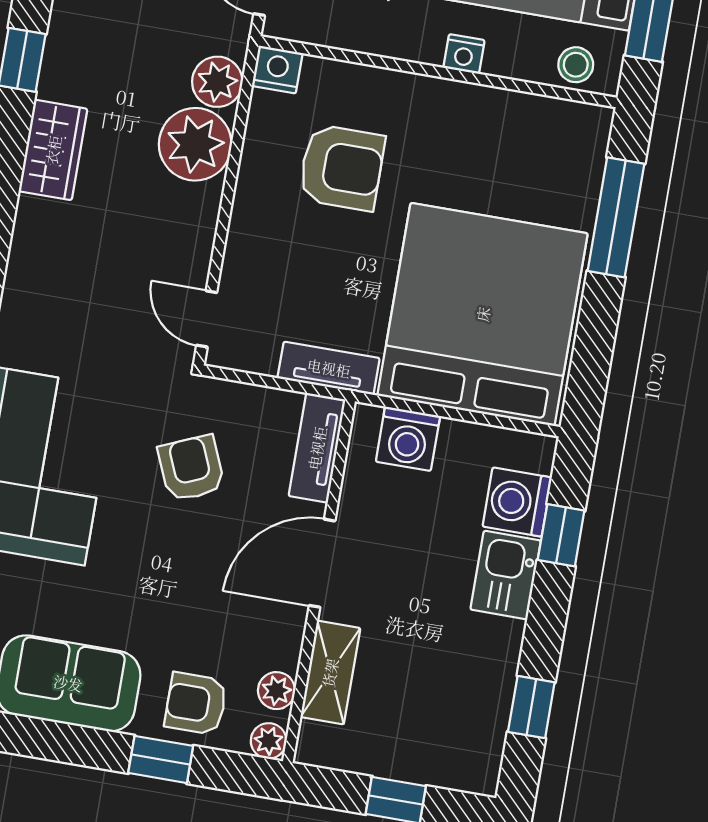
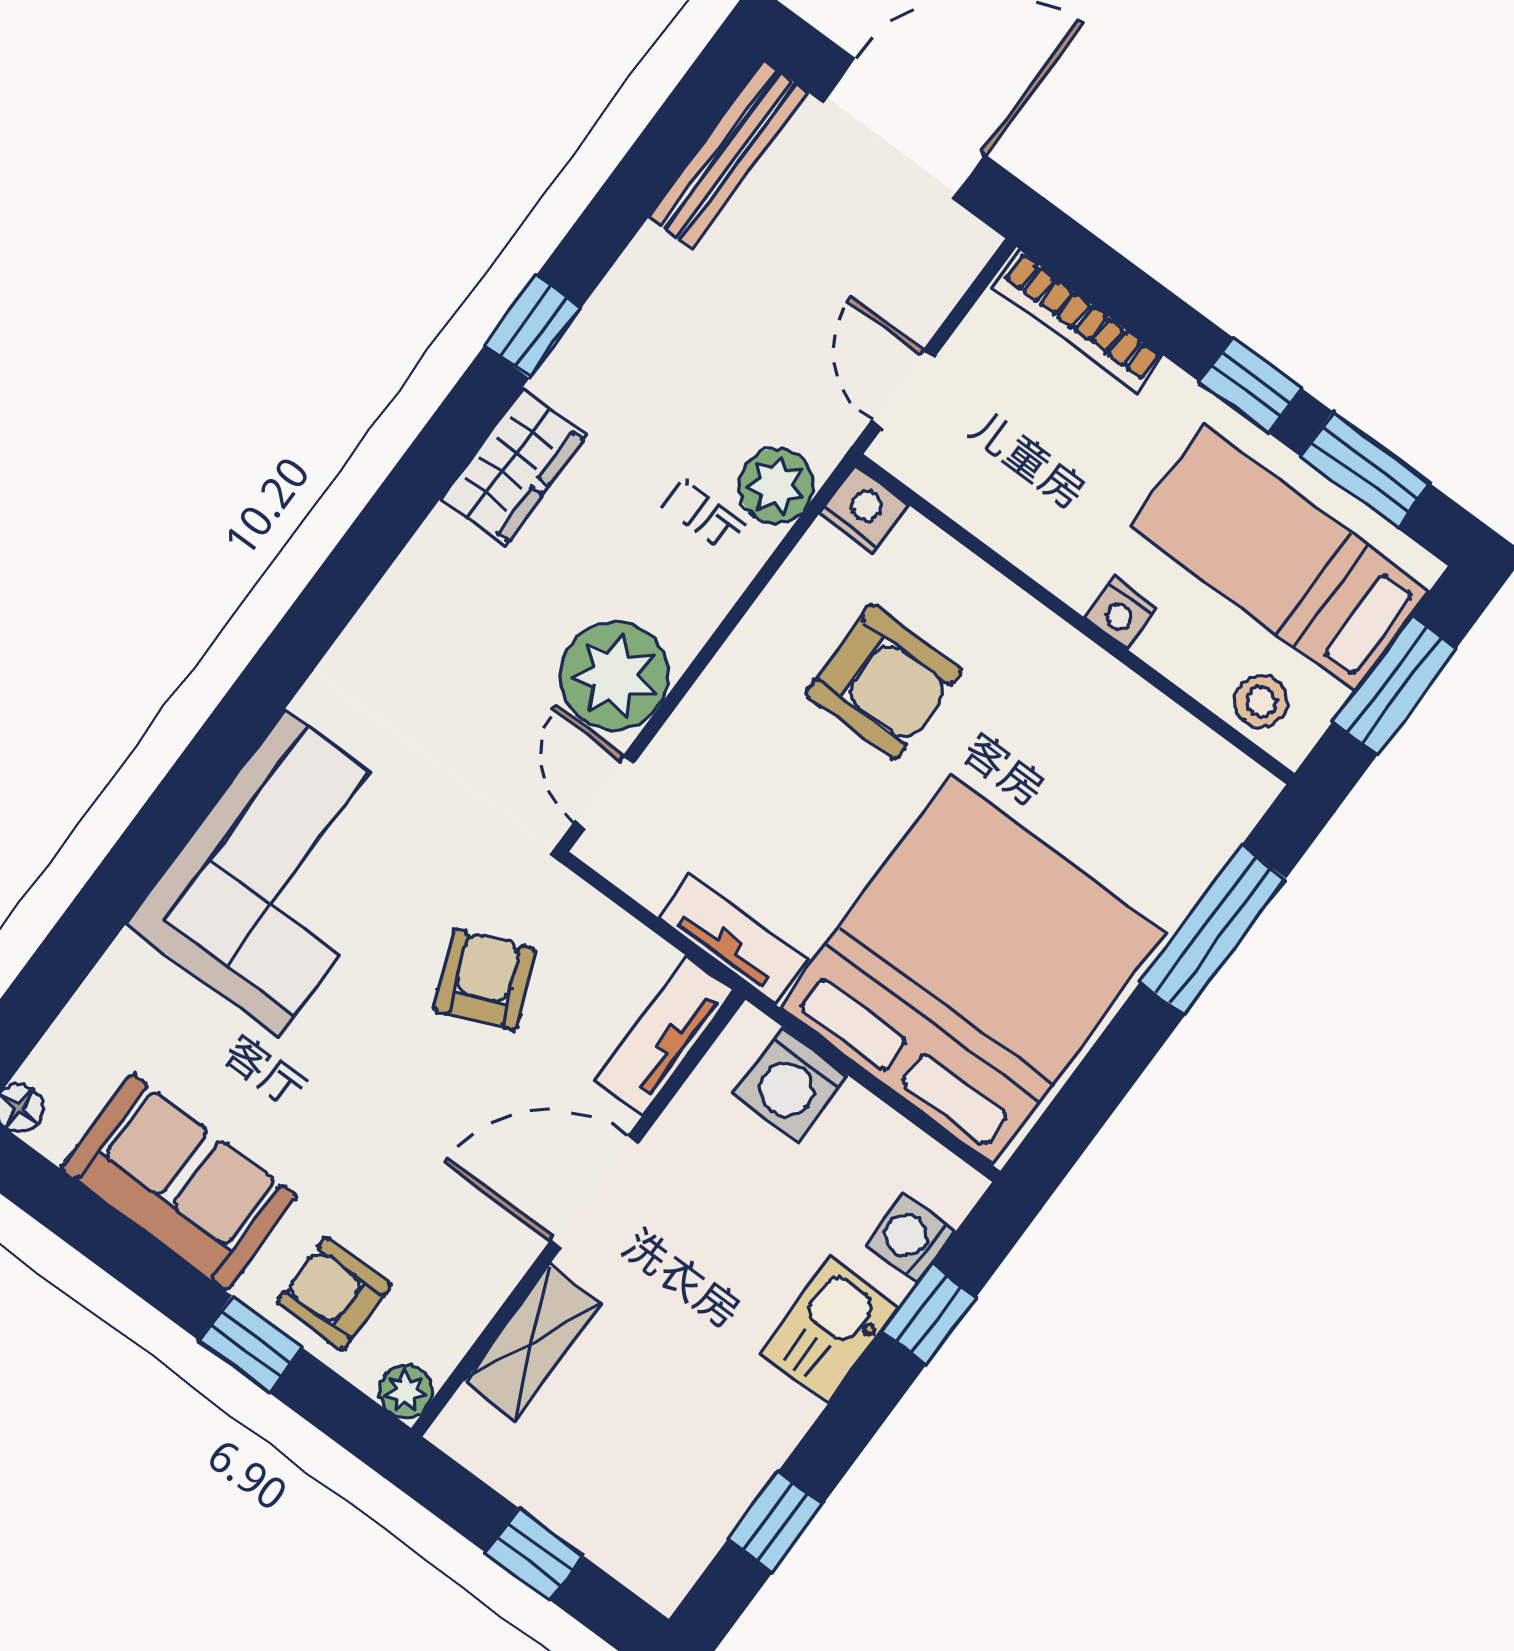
plant: (195, 144) -> (615, 676), moved
washing machine: (517, 502) -> (910, 1238), width x0.73, depth x0.73
plant: (277, 691) -> (450, 1330), removed

